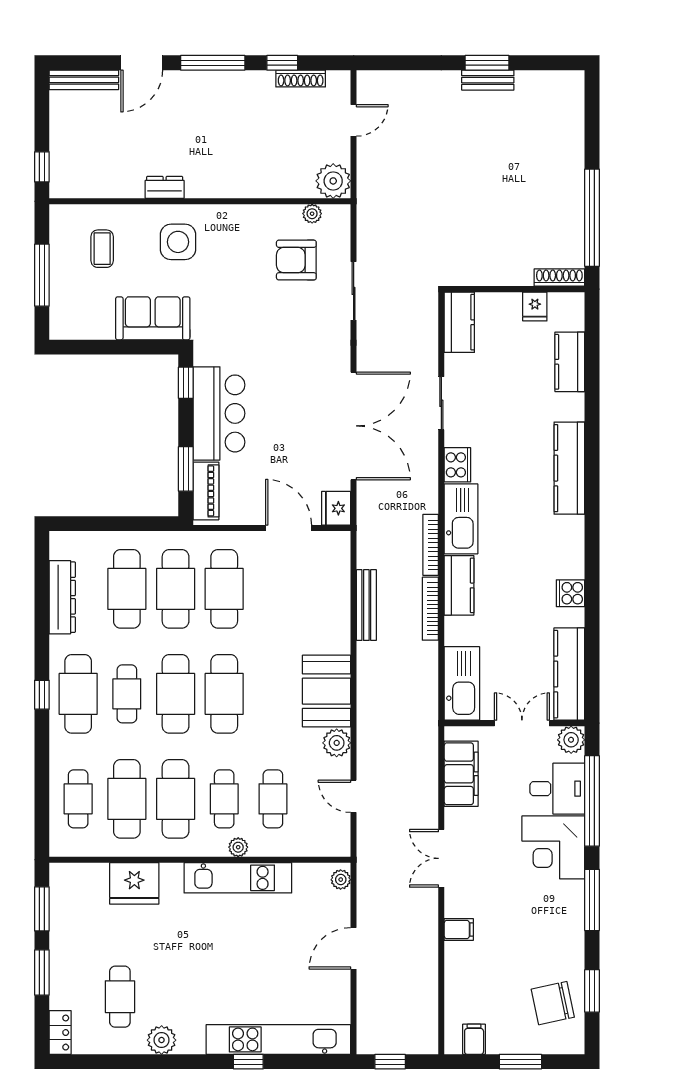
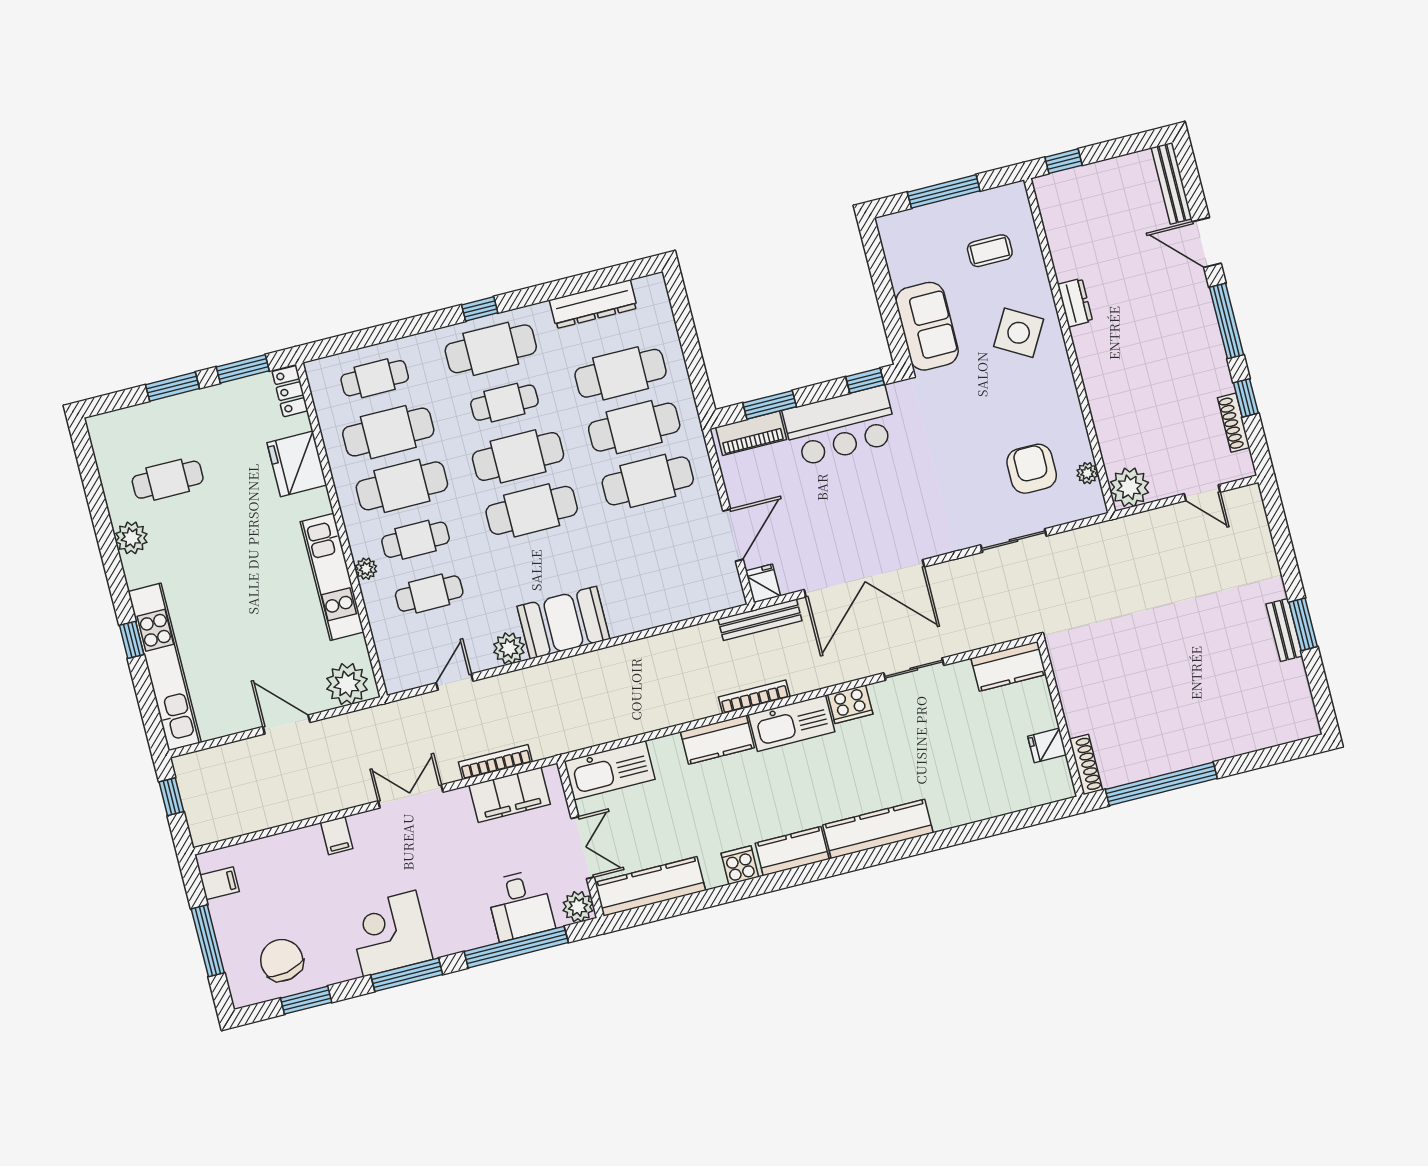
side table: (178, 242) -> (1019, 333), turned 30
kitchen counter: (570, 362) -> (792, 851), moved
fridge: (336, 508) -> (763, 583), width x0.72
bench: (366, 605) -> (760, 620), moved
bookcase: (430, 609) -> (495, 762), moved
corner desk: (553, 847) -> (390, 934), moved
plant: (341, 880) -> (347, 684), width x1.88, depth x1.88
locker: (60, 1033) -> (290, 391), moved, turned 90
window: (520, 1062) -> (208, 941), width x1.44

